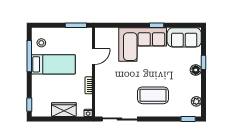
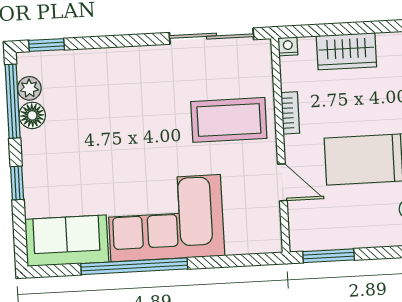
window: (157, 25) -> (134, 266), width x3.17
door: (93, 57) -> (282, 182), swing flipped
floor lamp: (196, 70) -> (32, 115), moved
coffee table: (153, 95) -> (229, 120), moved
window: (203, 96) -> (13, 101), added

